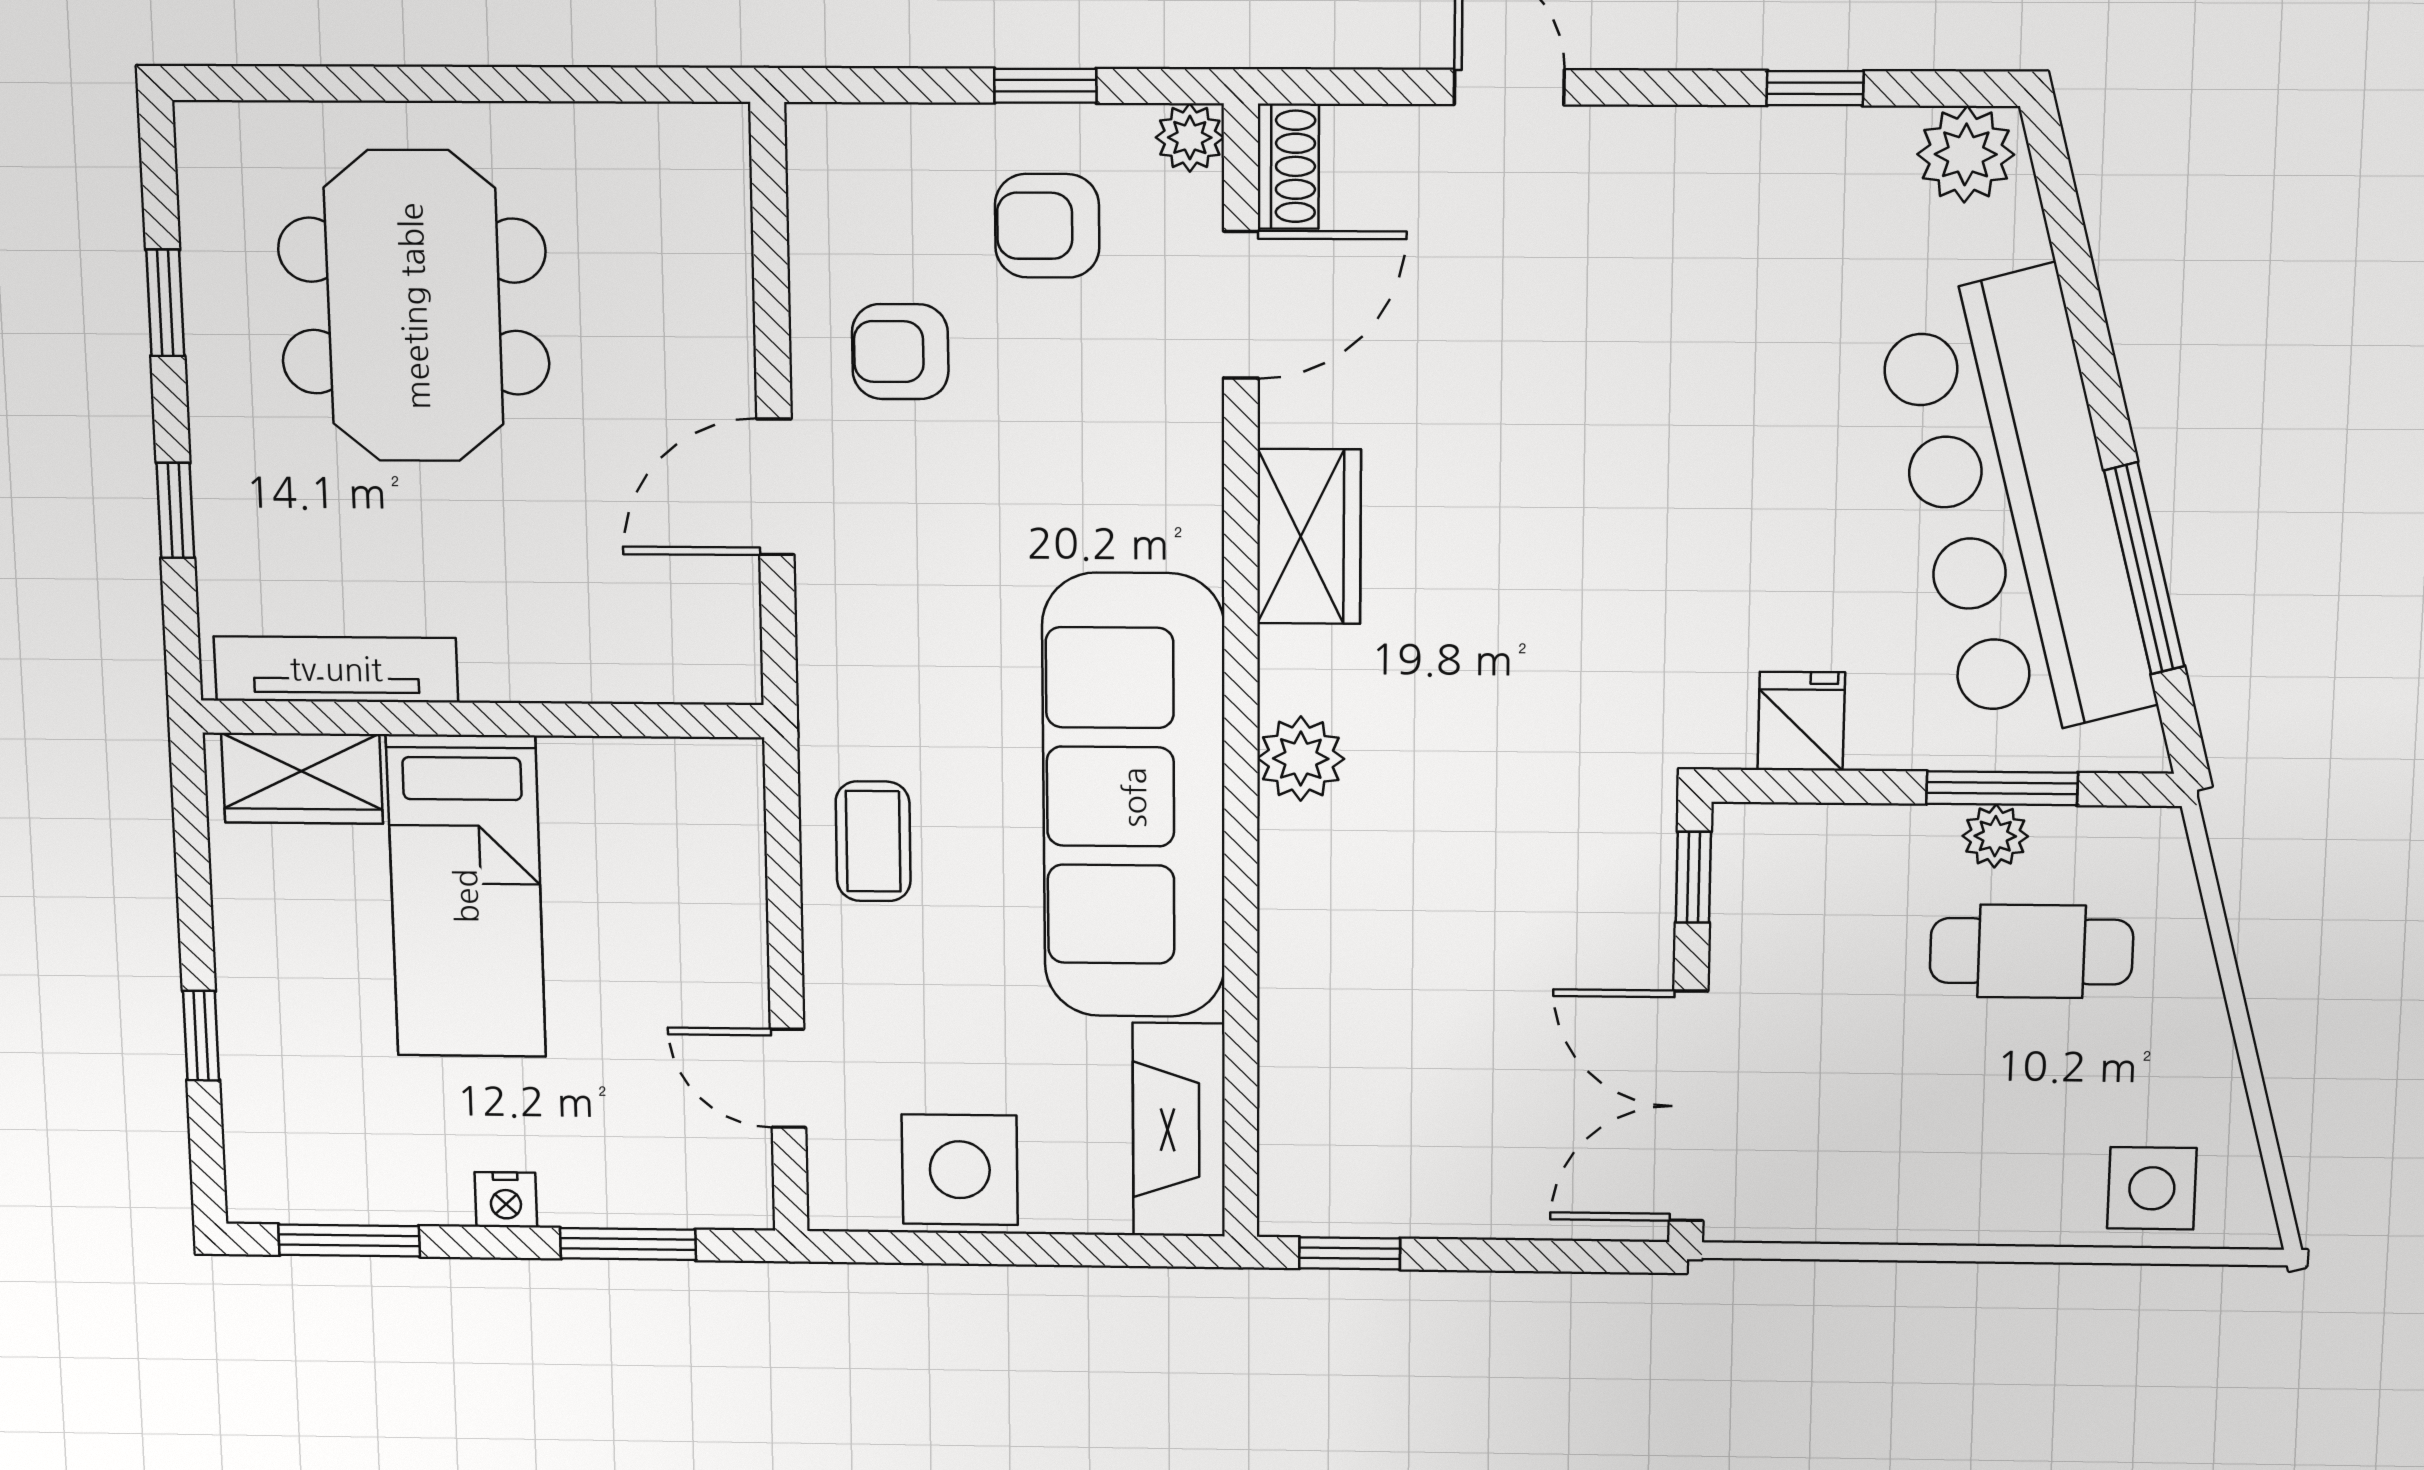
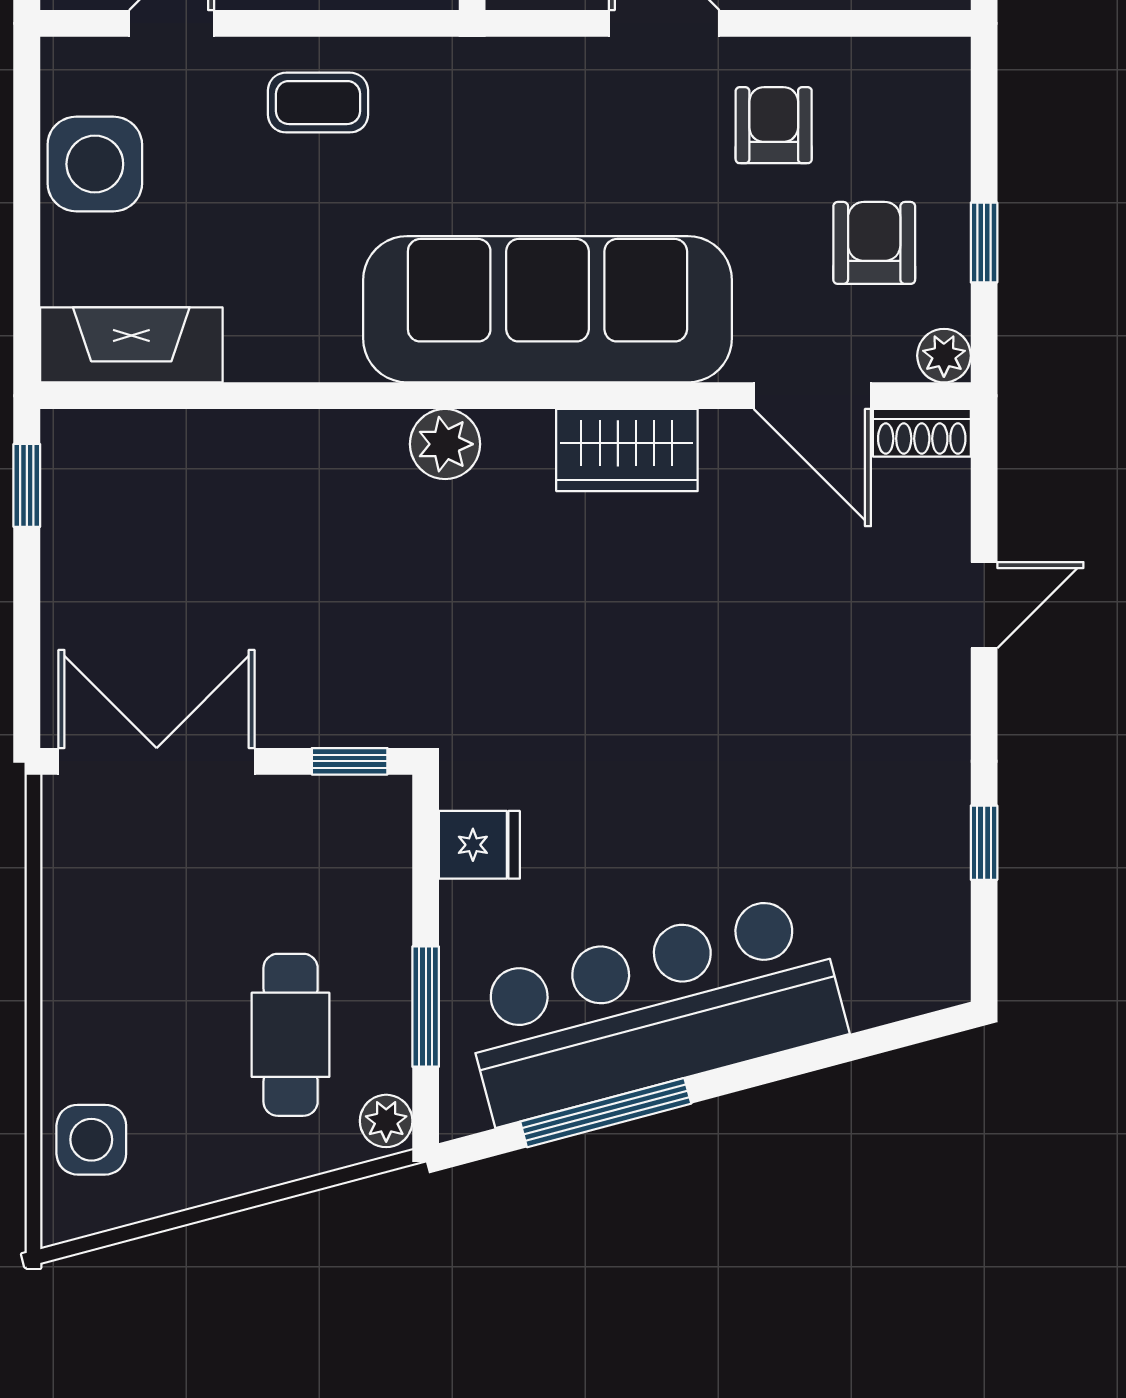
plant: (1966, 154) -> (933, 961), removed
sofa: (1134, 797) -> (547, 309), moved
plant: (1995, 836) -> (386, 1121), moved
coffee table: (873, 841) -> (318, 103), moved

